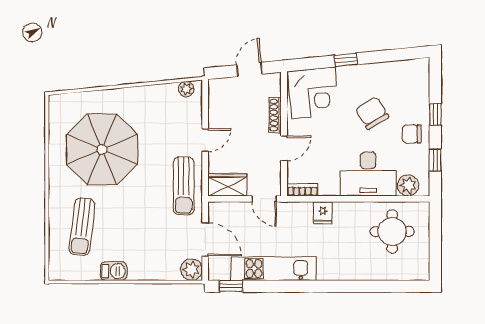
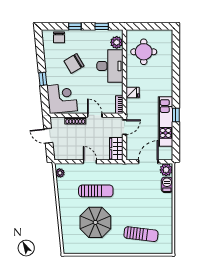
chair: (412, 134) -> (59, 37), moved
parasol: (102, 149) -> (95, 222), width x0.73, depth x0.73
sun lounger: (184, 186) -> (96, 191), moved
barbecue: (114, 271) -> (167, 185), moved
window: (231, 286) -> (176, 115), moved

